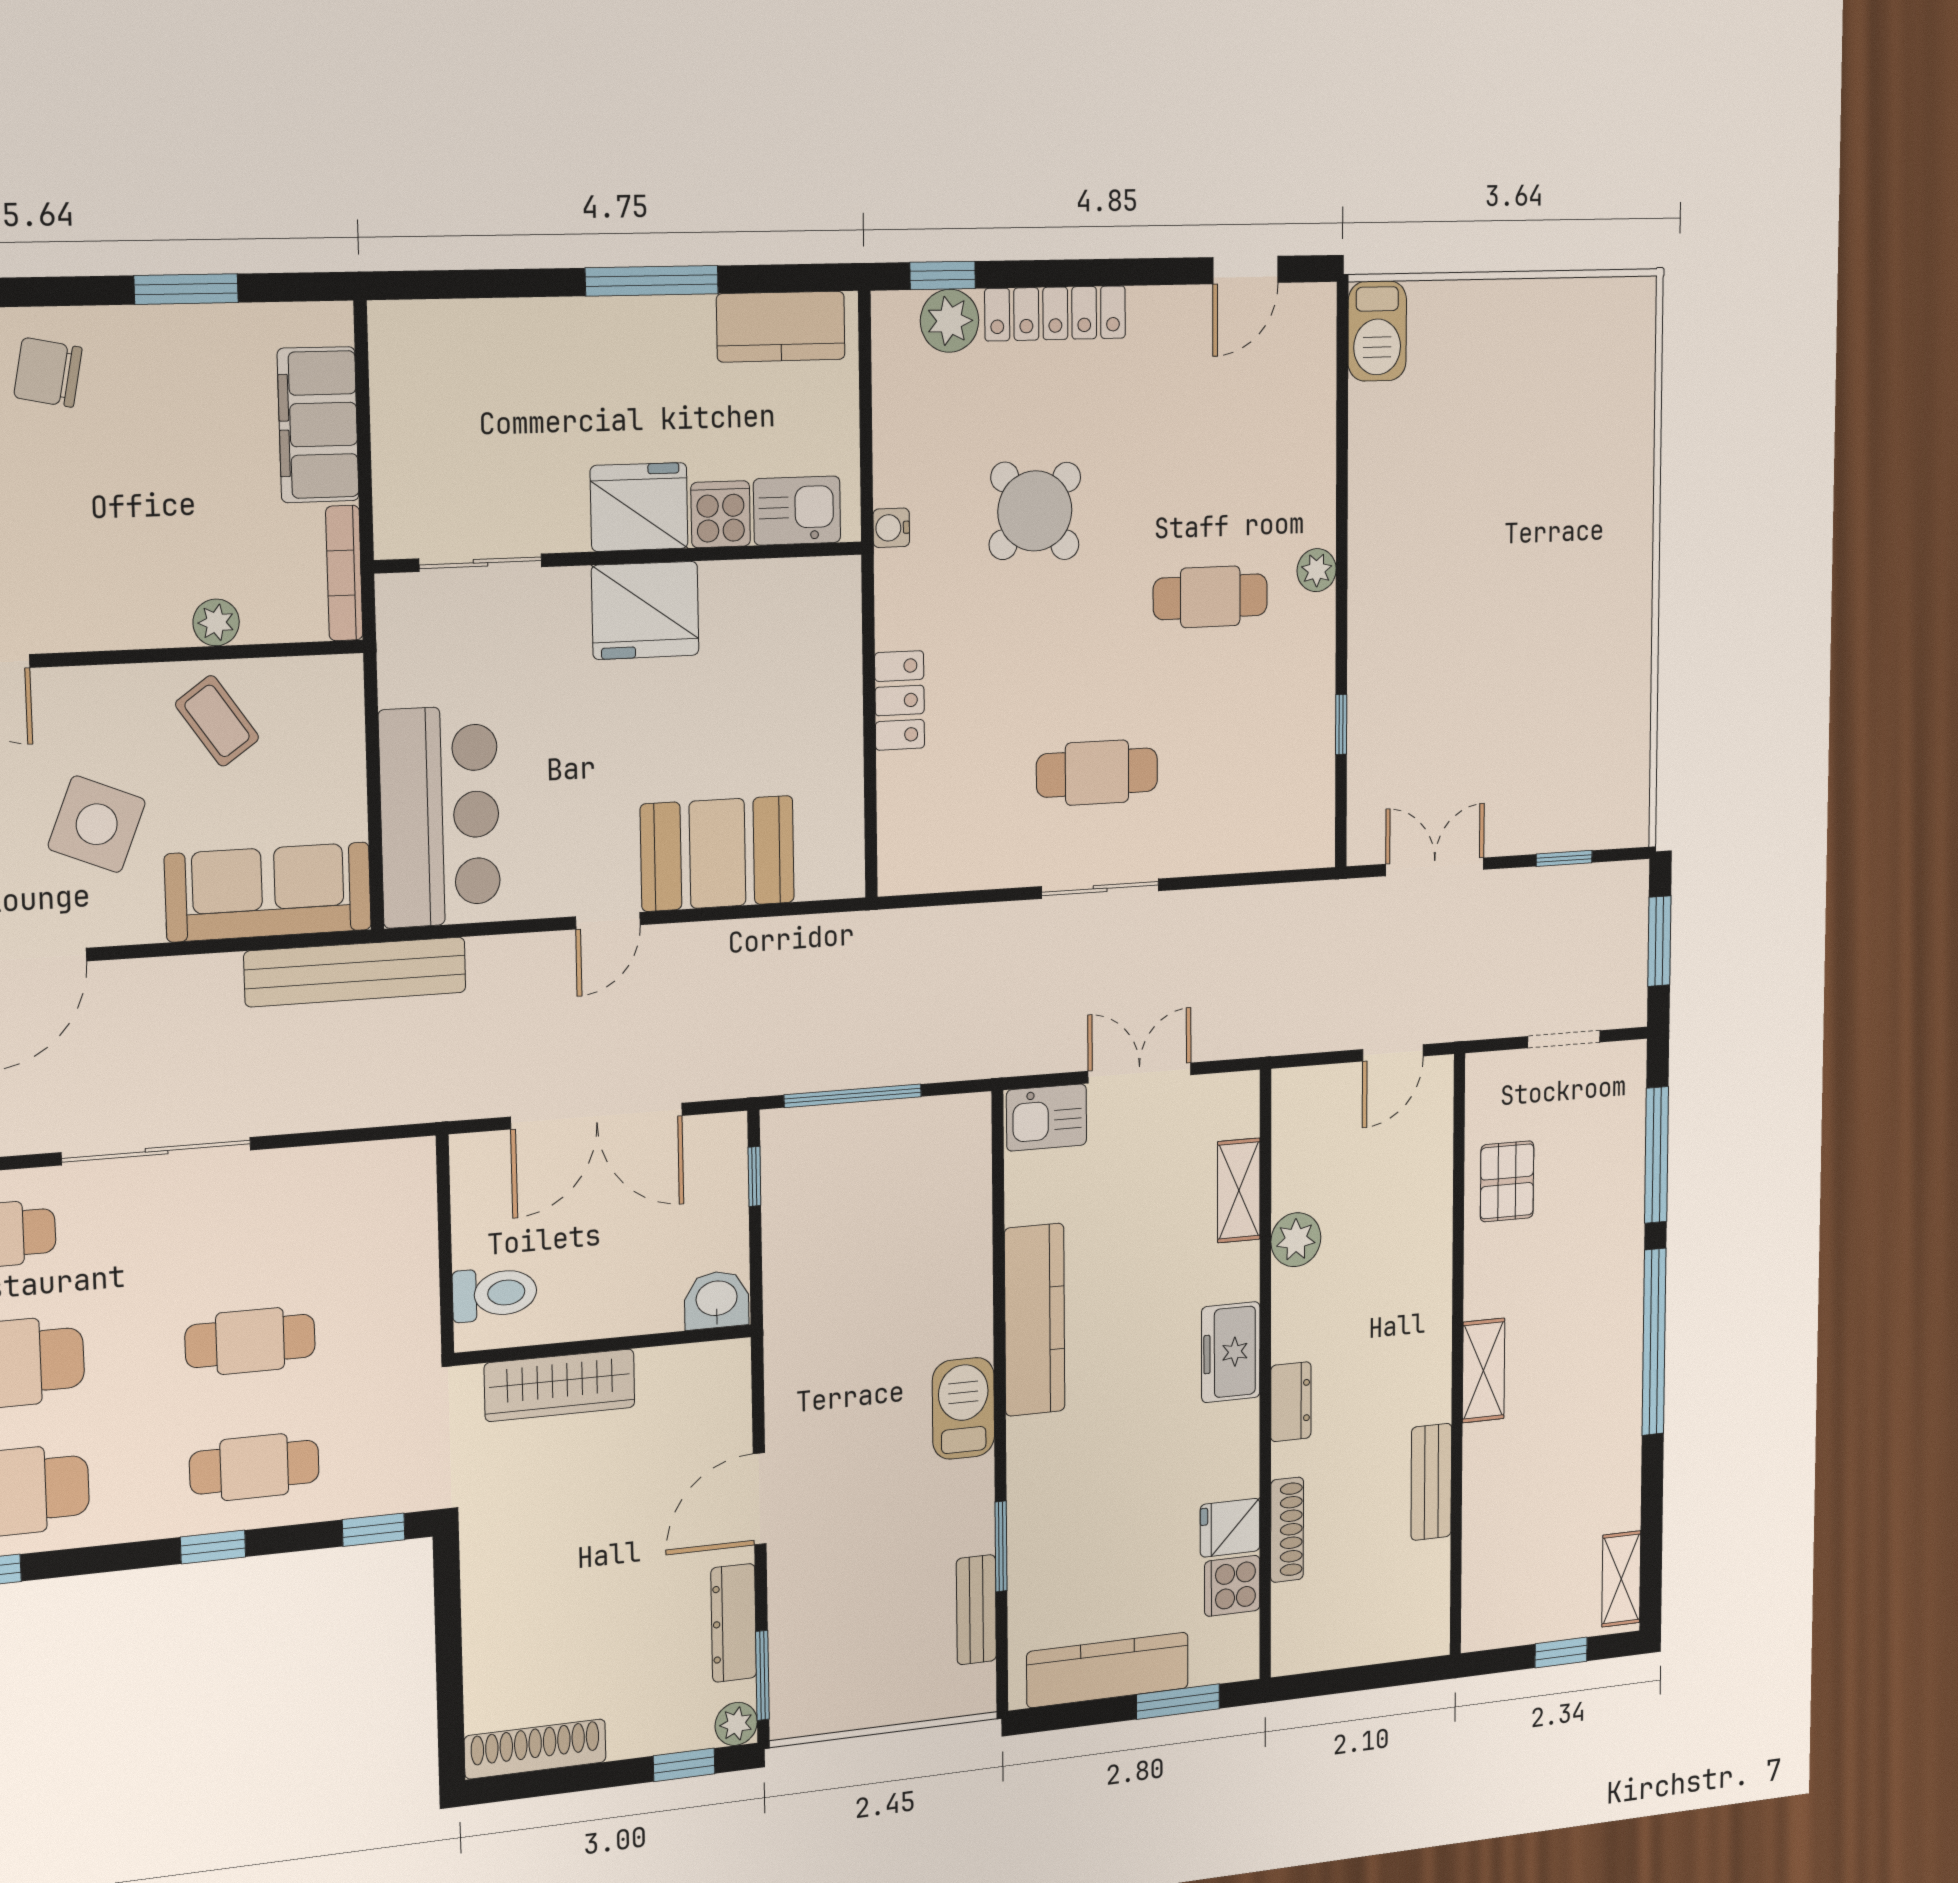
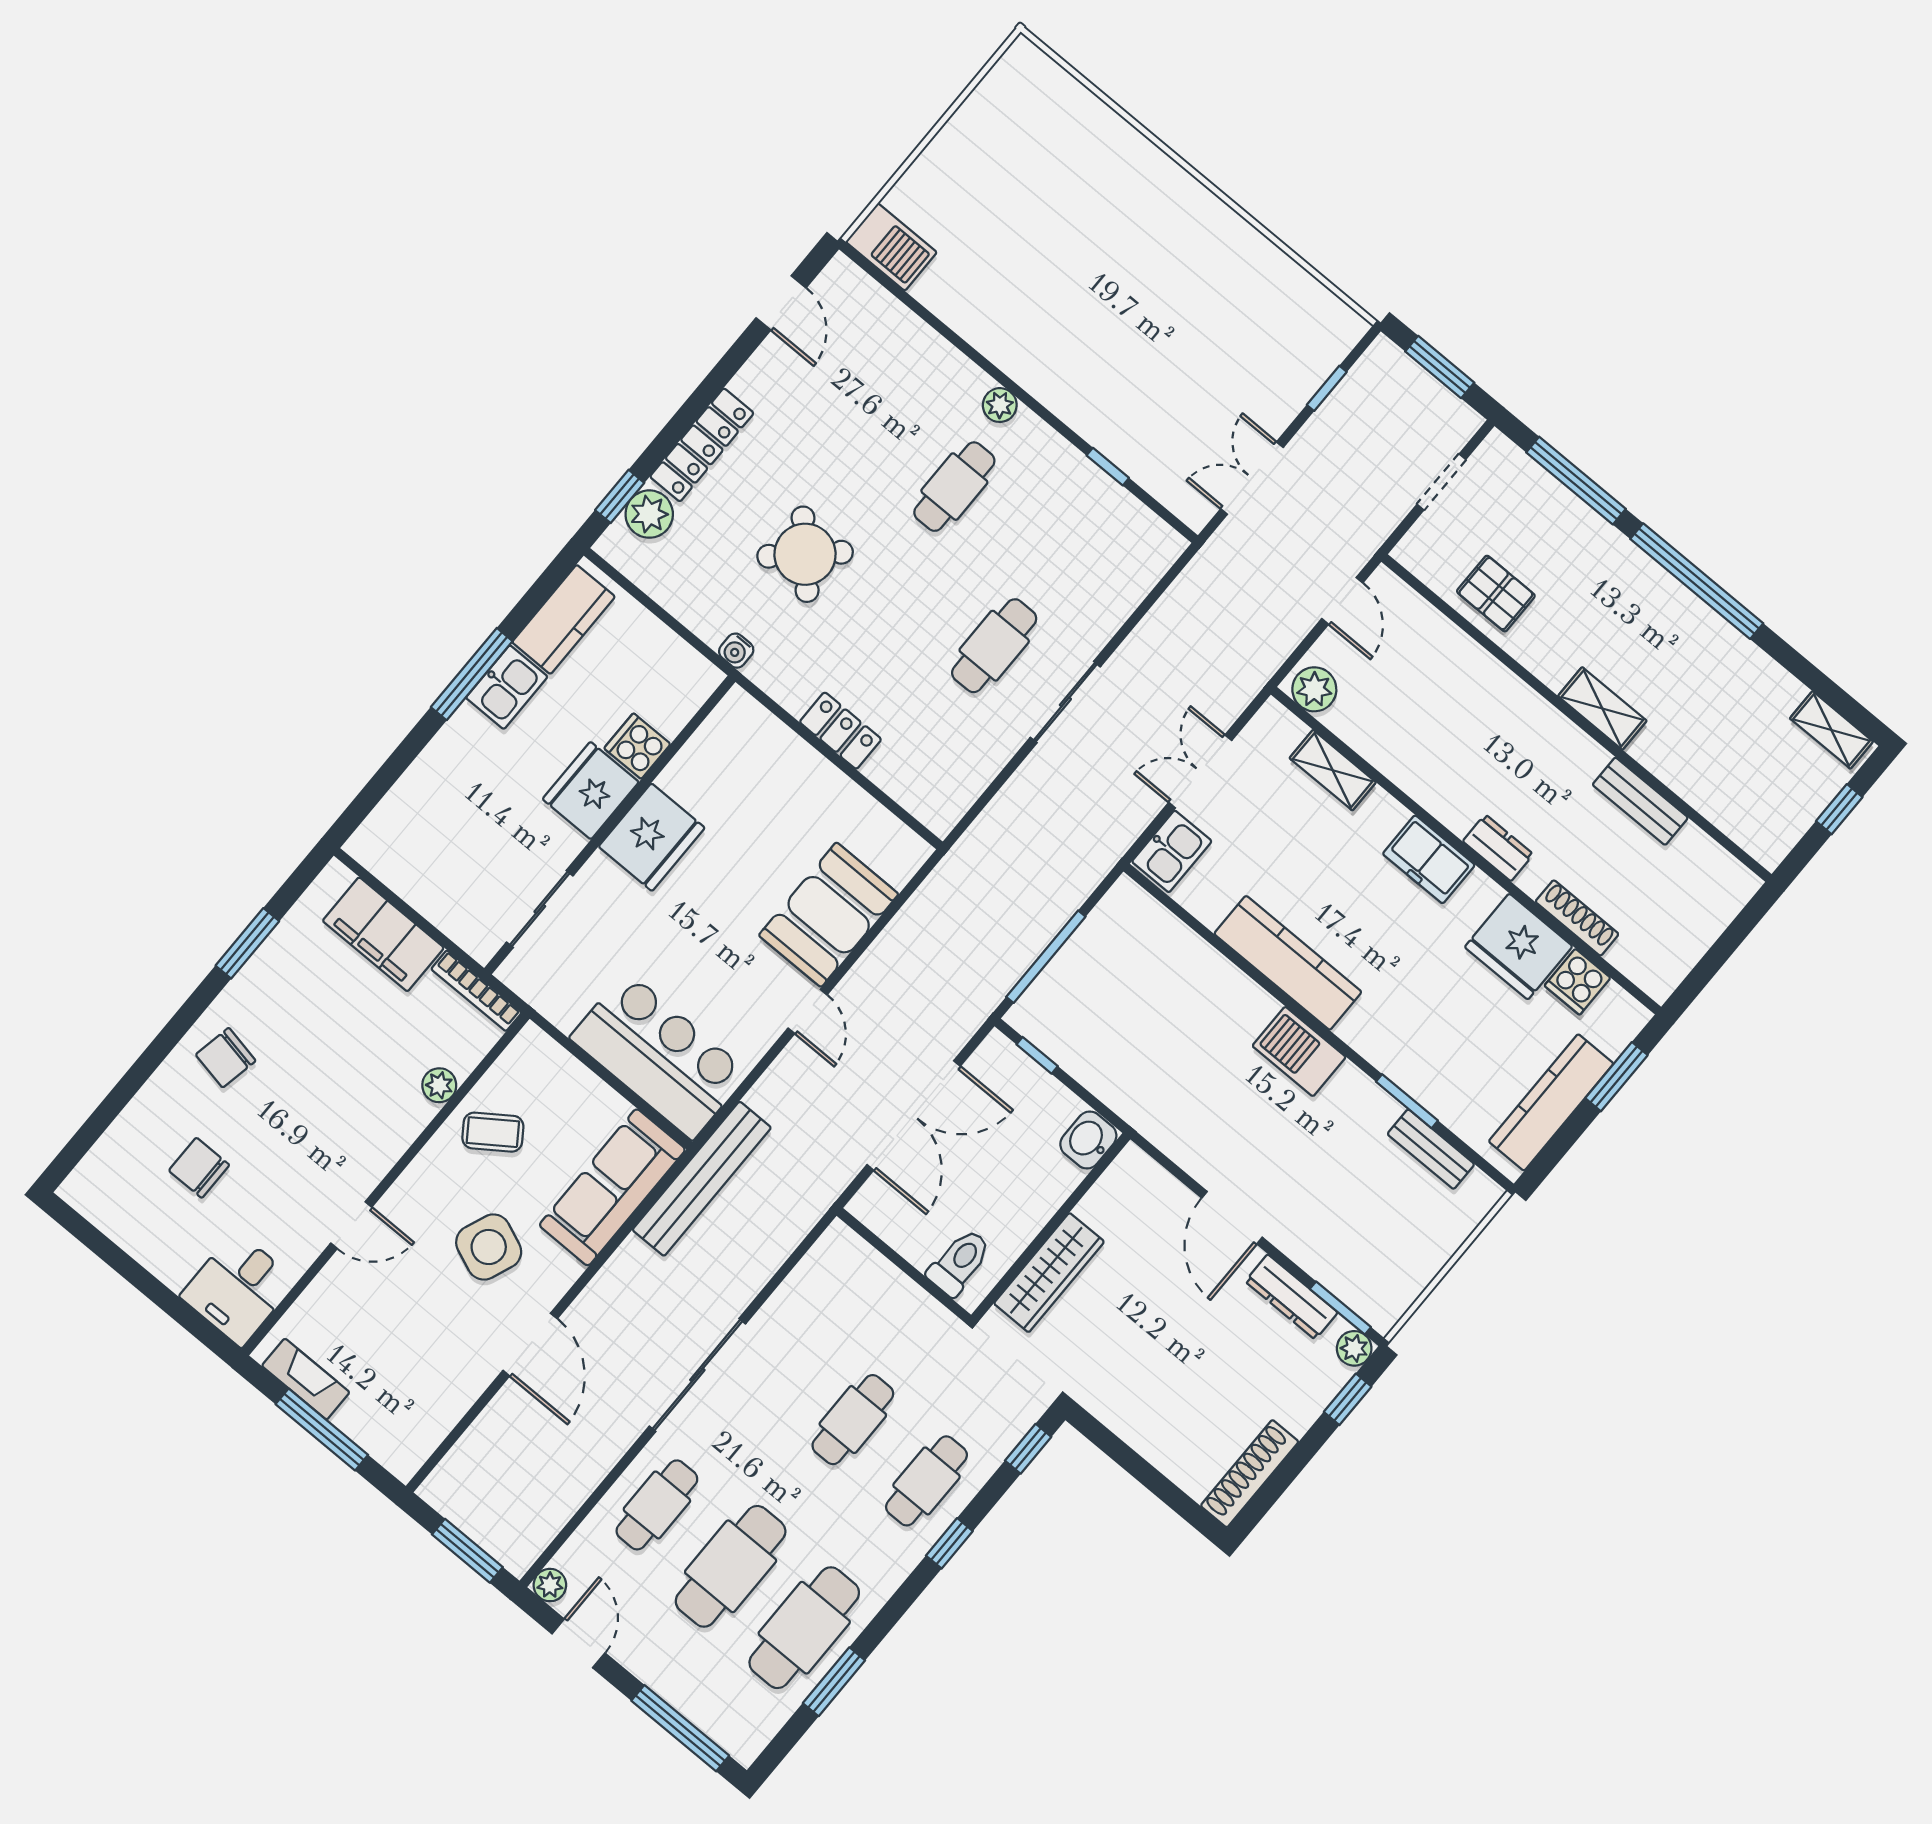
kitchen sink: (797, 511) -> (507, 687), moved, turned 180
plant: (1296, 1240) -> (1314, 689), moved
fridge: (1230, 1528) -> (1519, 947), width x1.88, depth x1.34

